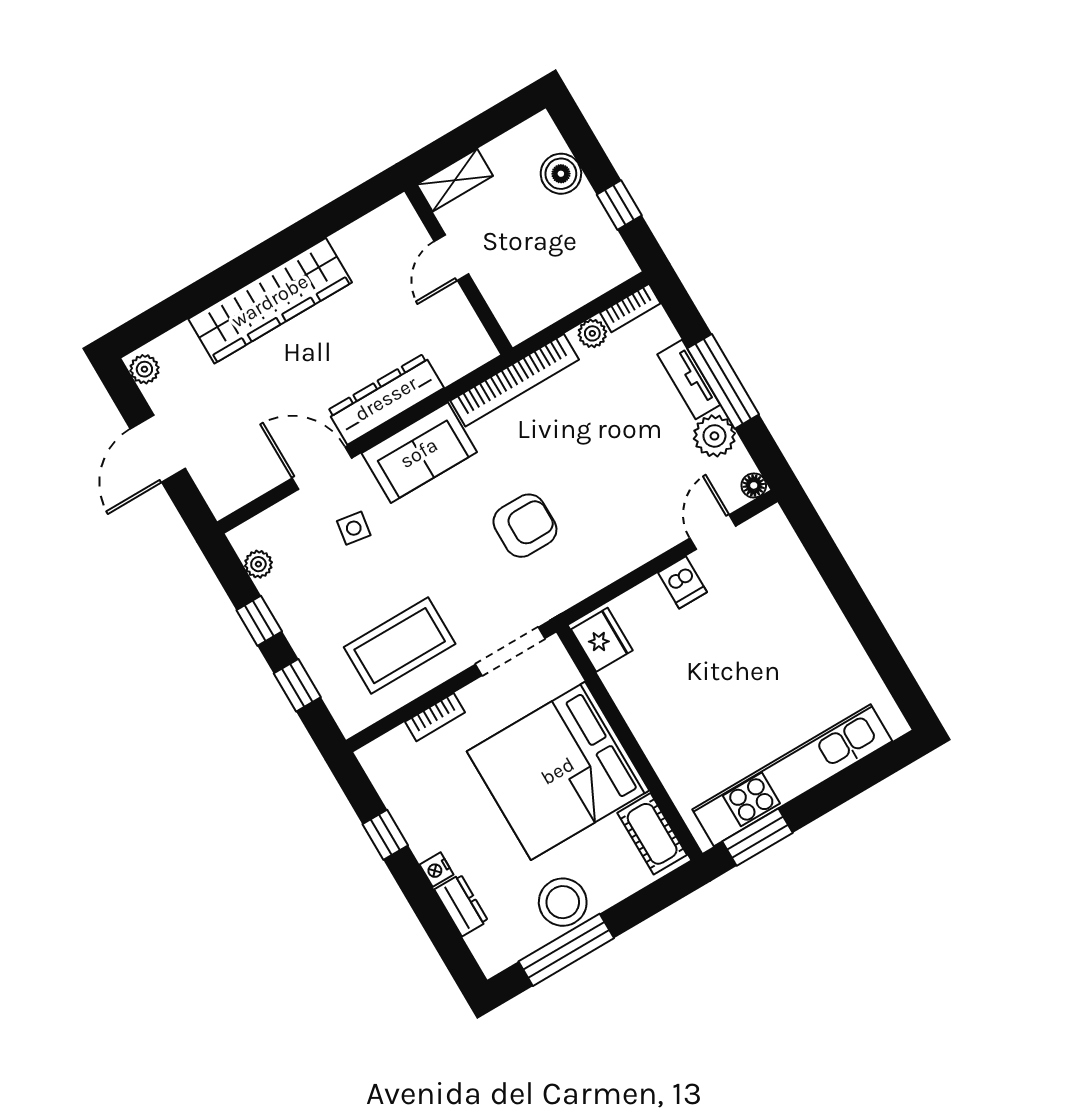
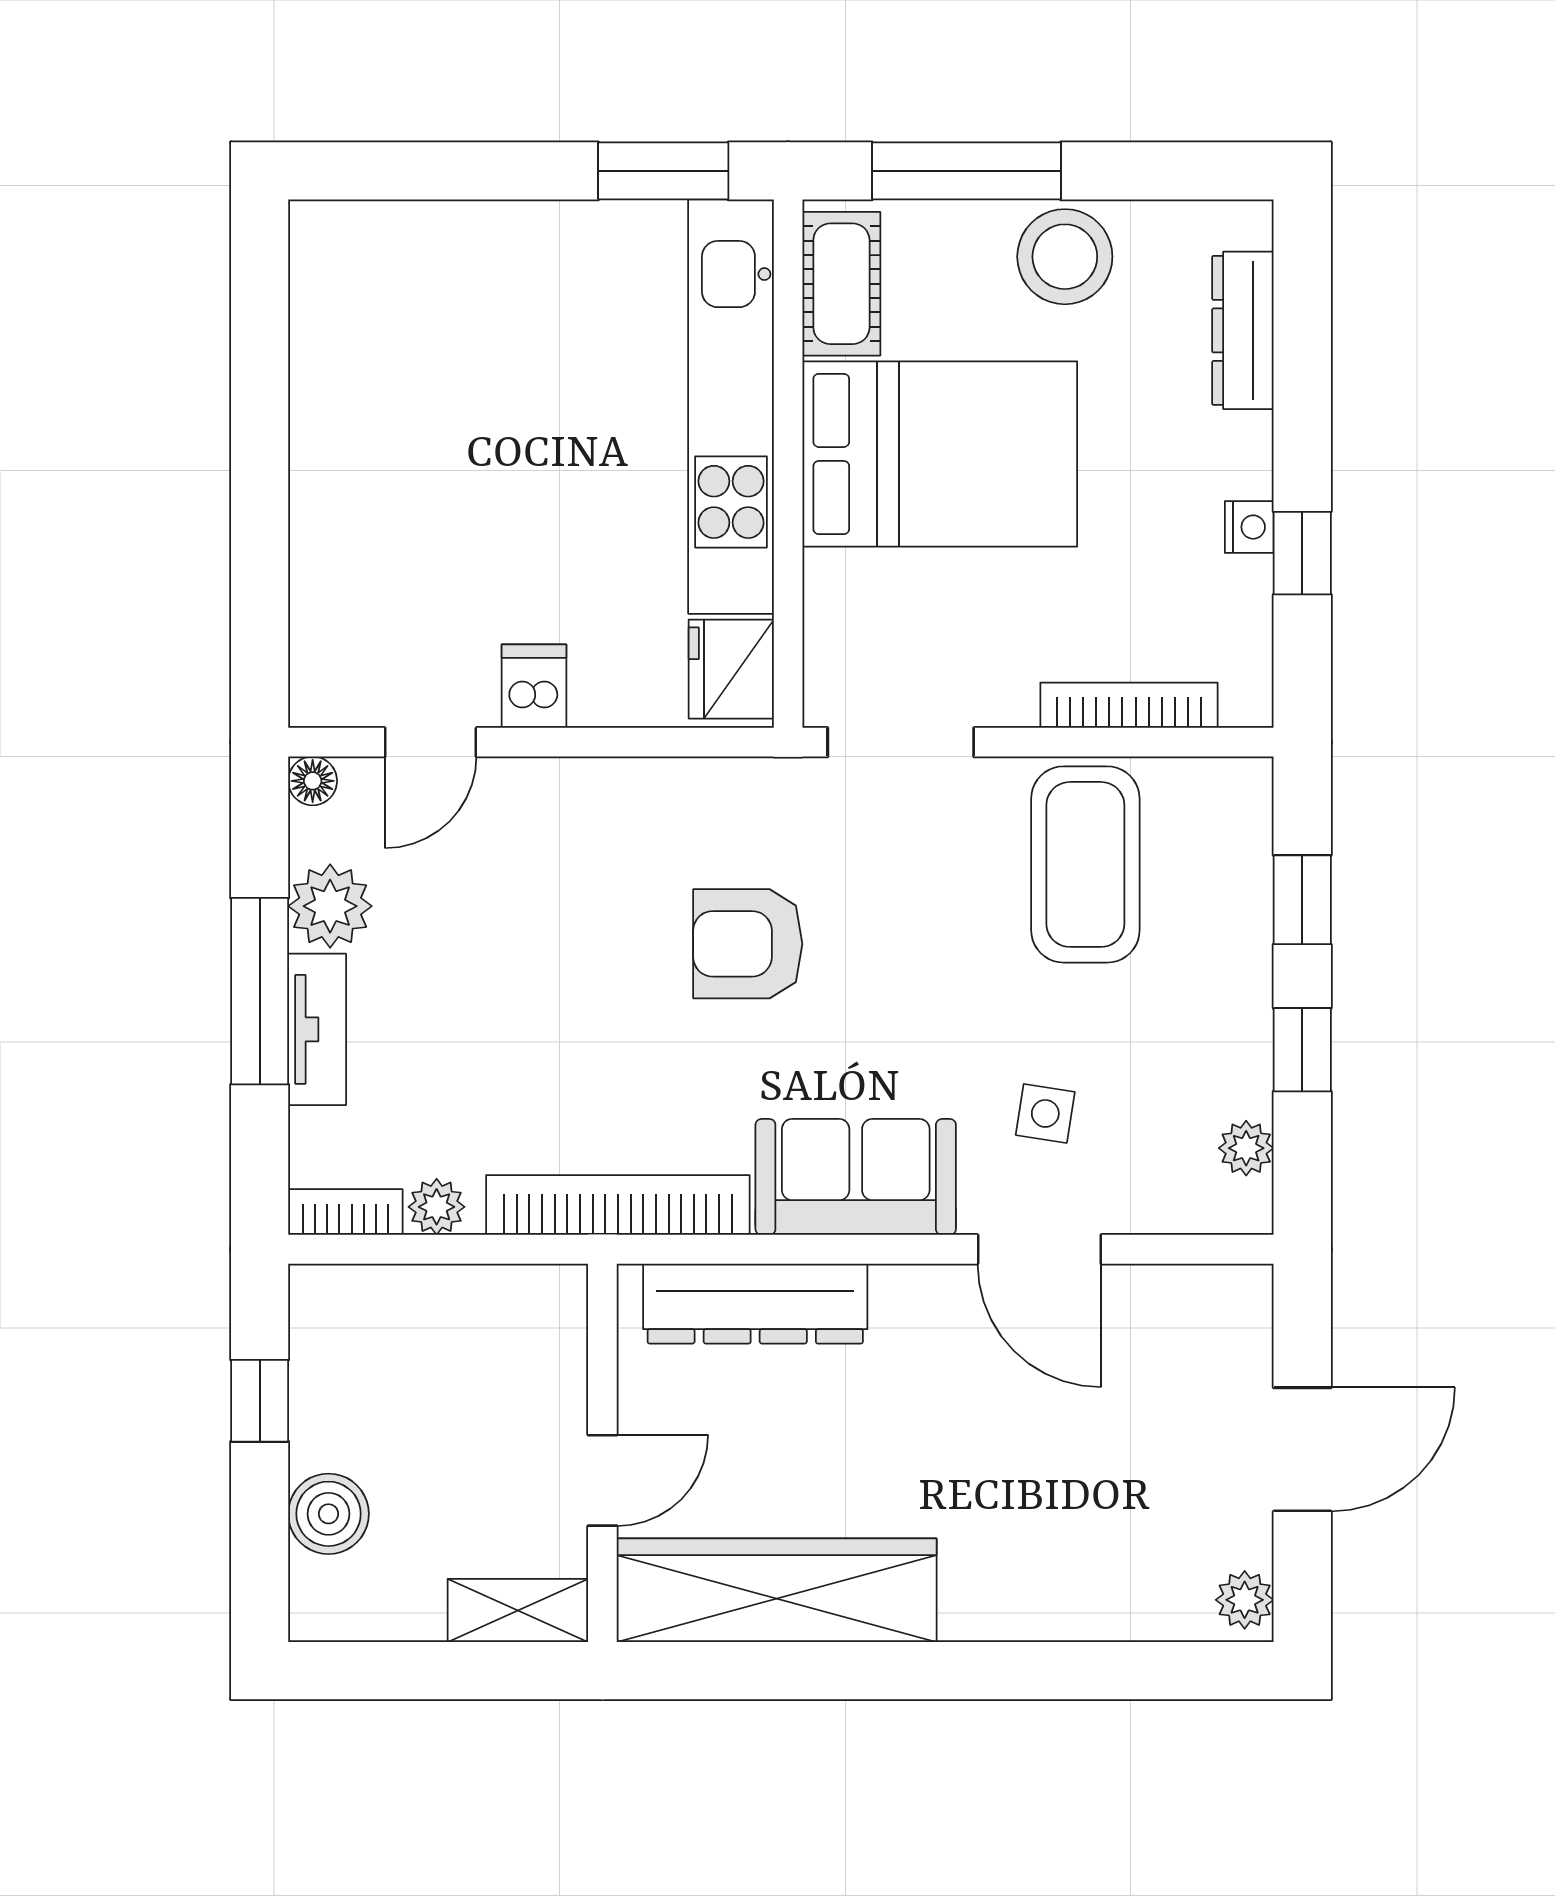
wardrobe: (270, 301) -> (777, 1590), moved
dresser: (386, 399) -> (755, 1304), moved
coffee table: (400, 646) -> (1085, 864), turned 90
bookcase: (435, 717) -> (1129, 705), width x1.56
bed: (558, 771) -> (940, 454), width x0.73
kitchen unit: (792, 775) -> (731, 407), moved, turned 90
nightstand: (437, 870) -> (1249, 527), moved
dresser: (461, 905) -> (1243, 330), width x1.44
window: (566, 950) -> (966, 171), moved

